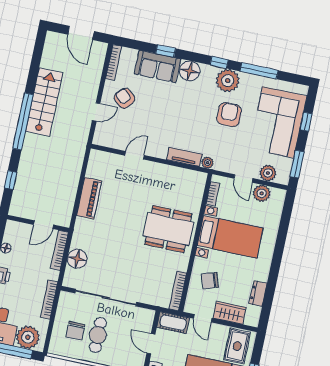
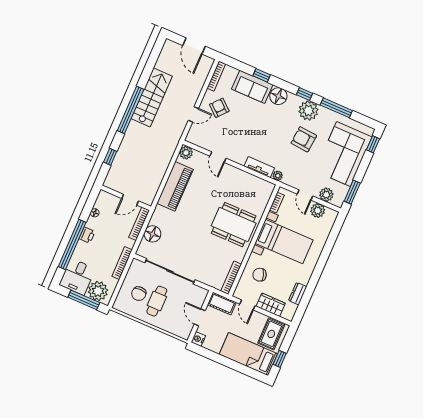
armchair: (229, 115) -> (304, 139), turned -85
window: (306, 122) -> (373, 144), moved
door: (135, 155) -> (218, 157), swing flipped
plant: (97, 158) -> (186, 153), added
piano: (89, 198) -> (175, 186), width x1.37, depth x1.33

